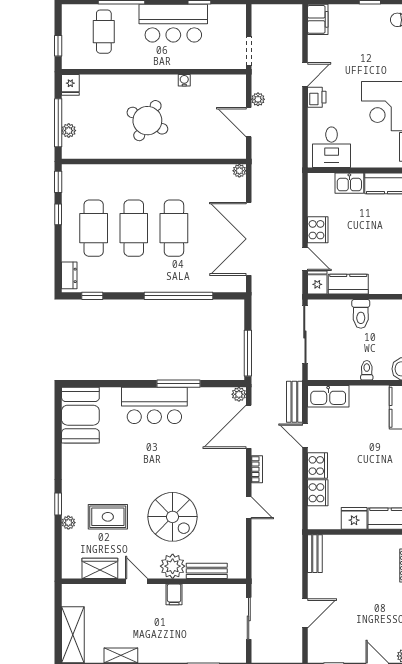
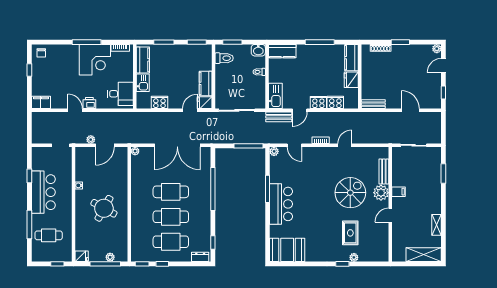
cooker: (318, 230) -> (159, 102), moved
toilet: (361, 314) -> (224, 58), moved
door: (249, 427) -> (294, 145), width x0.53
wardrobe: (100, 568) -> (382, 238), removed

